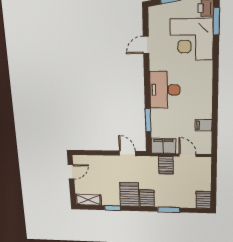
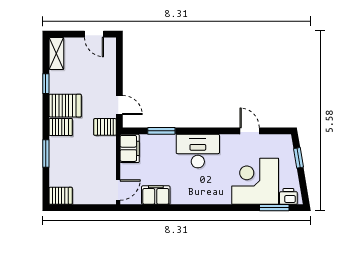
filing cabinet: (204, 125) -> (156, 195), width x2.00
door: (127, 153) -> (119, 105), hinge flipped
door: (188, 155) -> (118, 190), moved
server rack: (166, 165) -> (105, 127), moved

